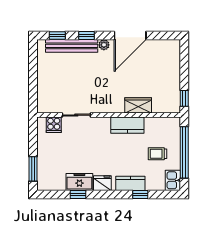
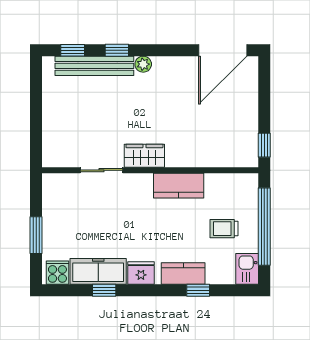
door: (130, 36) -> (223, 50), moved
wardrobe: (138, 105) -> (144, 156), moved
cooker: (54, 125) -> (57, 273), moved, turned 180
window: (33, 169) -> (36, 235), moved
freezer: (79, 182) -> (98, 271), width x1.40

